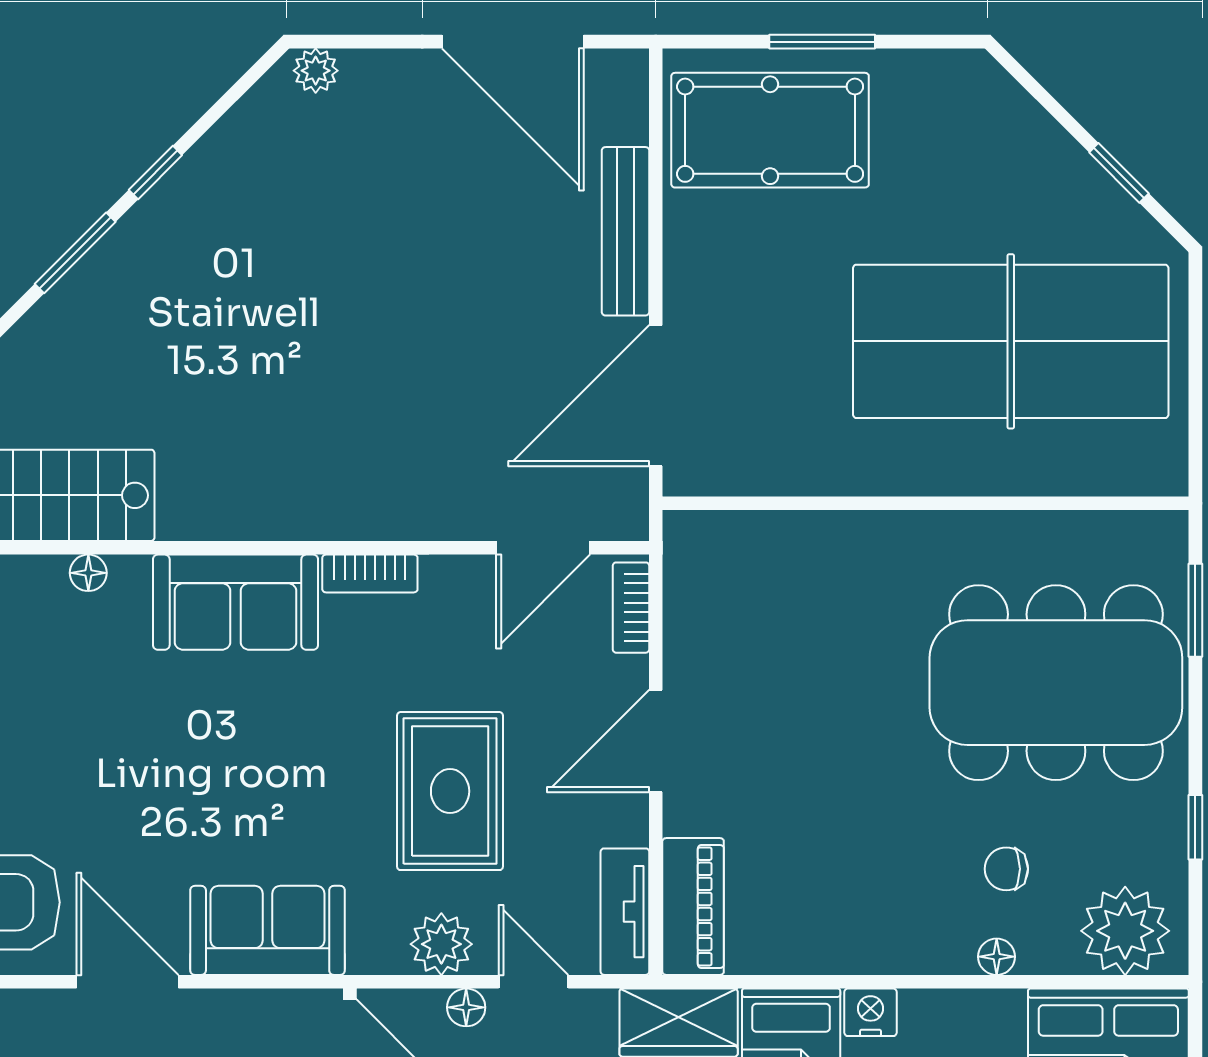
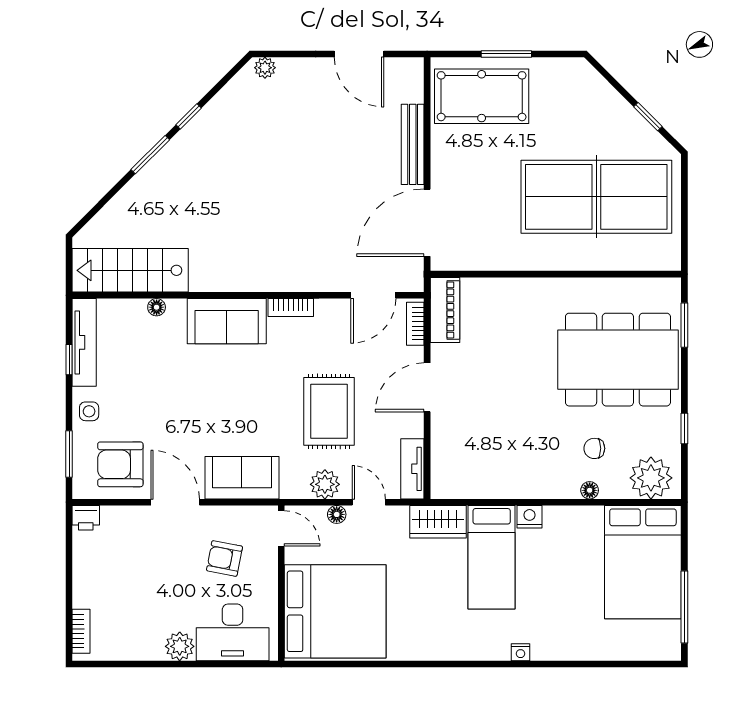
door: (513, 42) -> (359, 54), width x0.73
piano: (693, 906) -> (445, 310), moved

